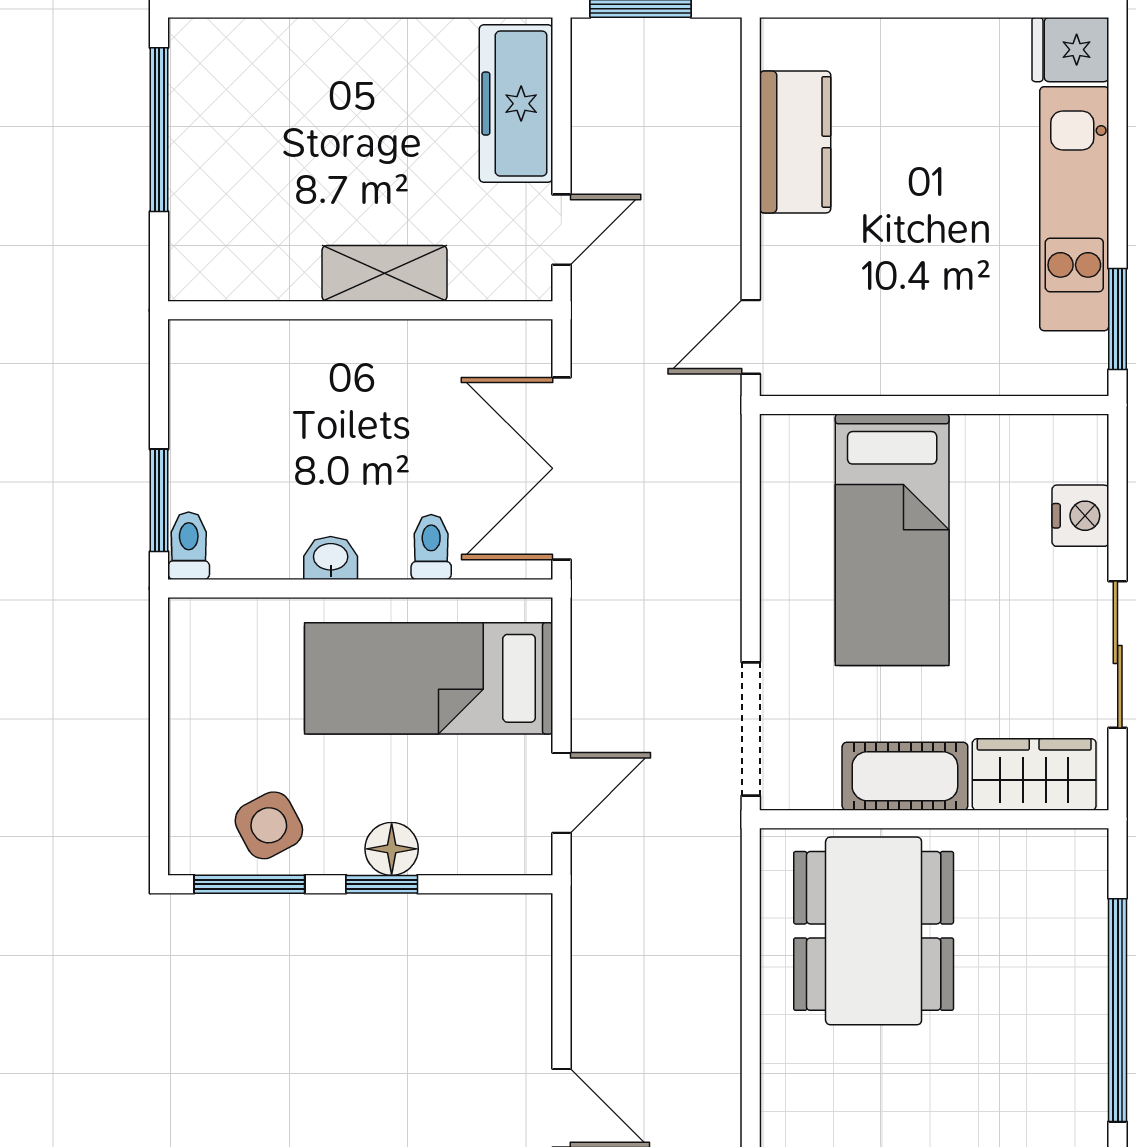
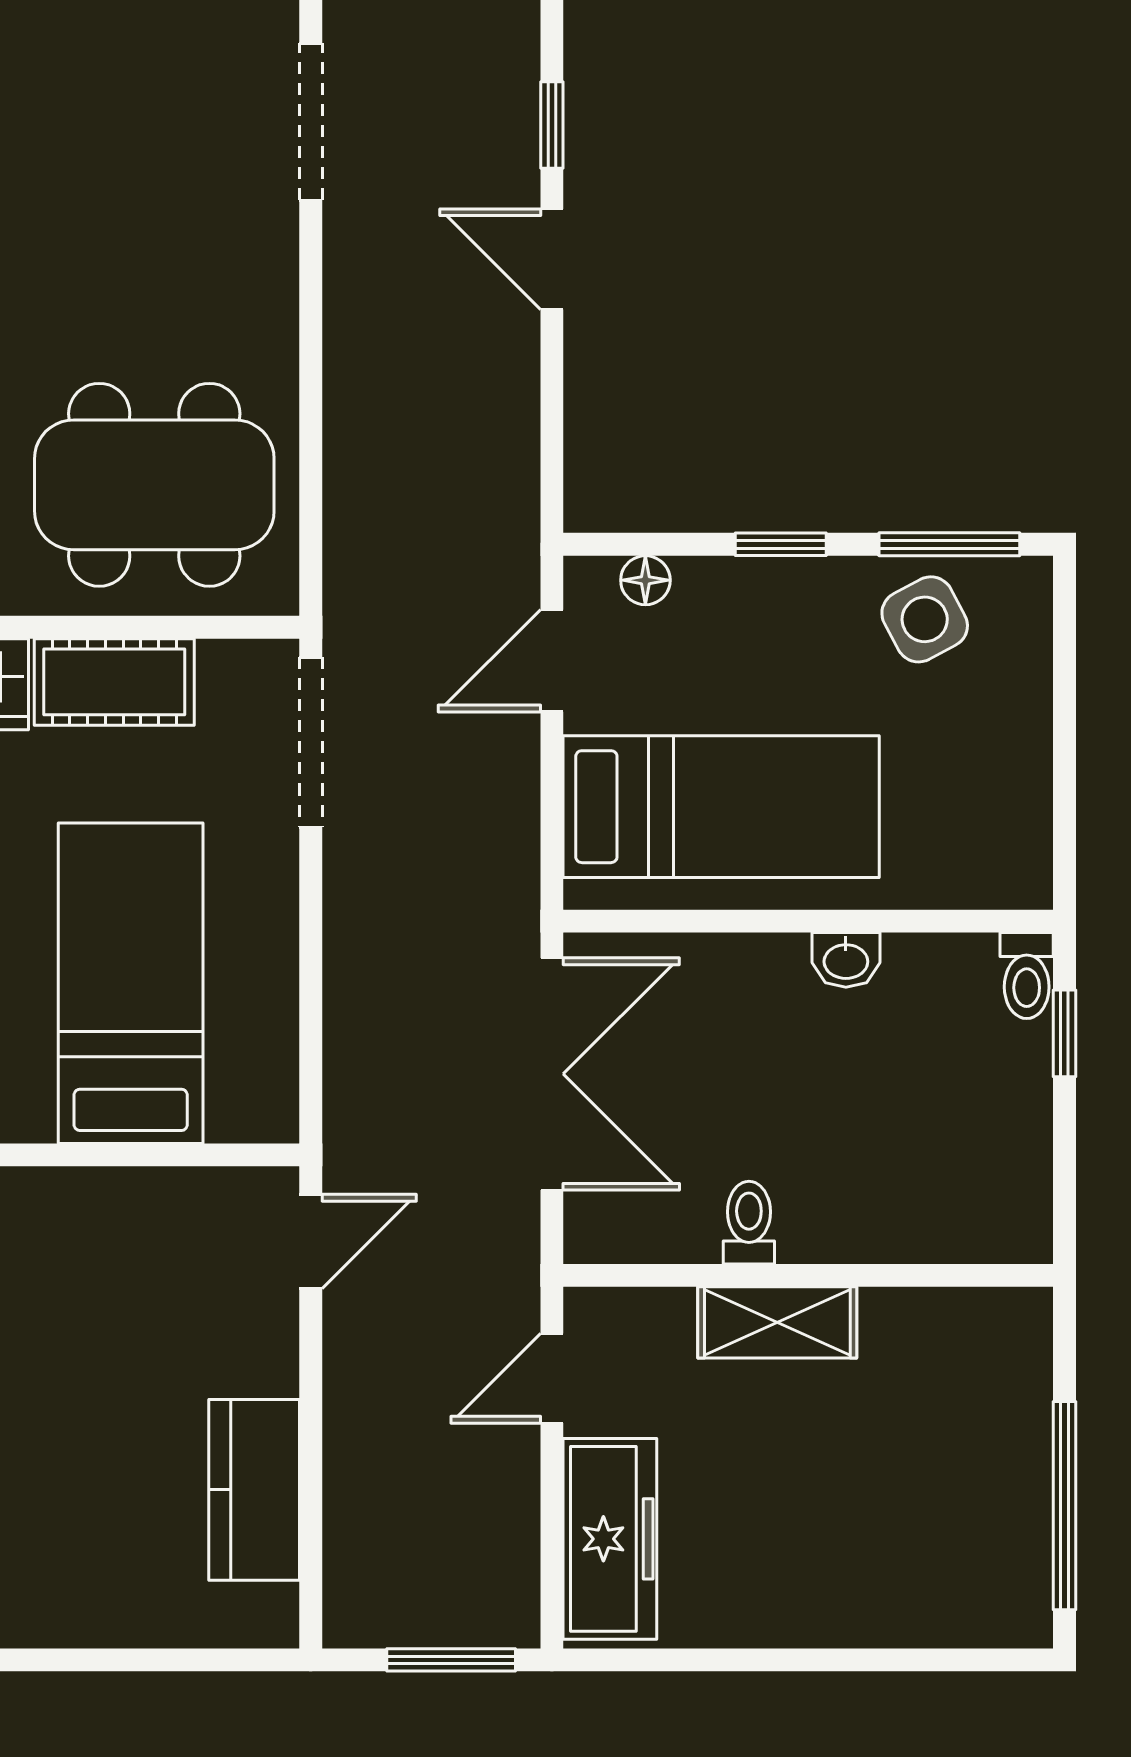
window: (159, 500) -> (1064, 1033), width x0.67
toilet: (431, 547) -> (749, 1223), moved, turned 180
floor lamp: (392, 849) -> (645, 580), moved, width x0.73, depth x0.73
dining table: (874, 931) -> (154, 485), turned 90

